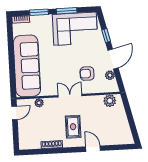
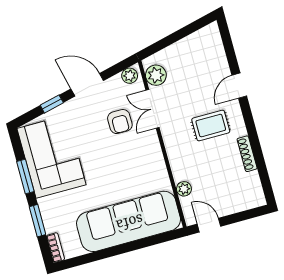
plant: (110, 75) -> (130, 76), moved
double door: (70, 96) -> (153, 109), moved

